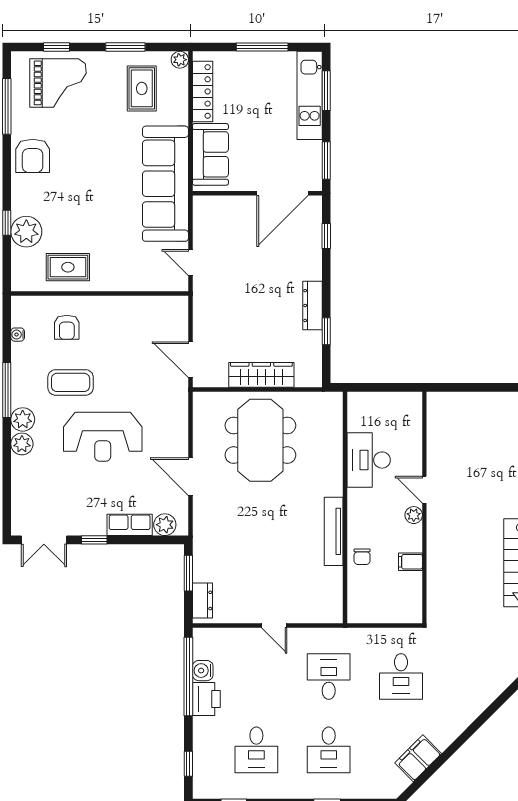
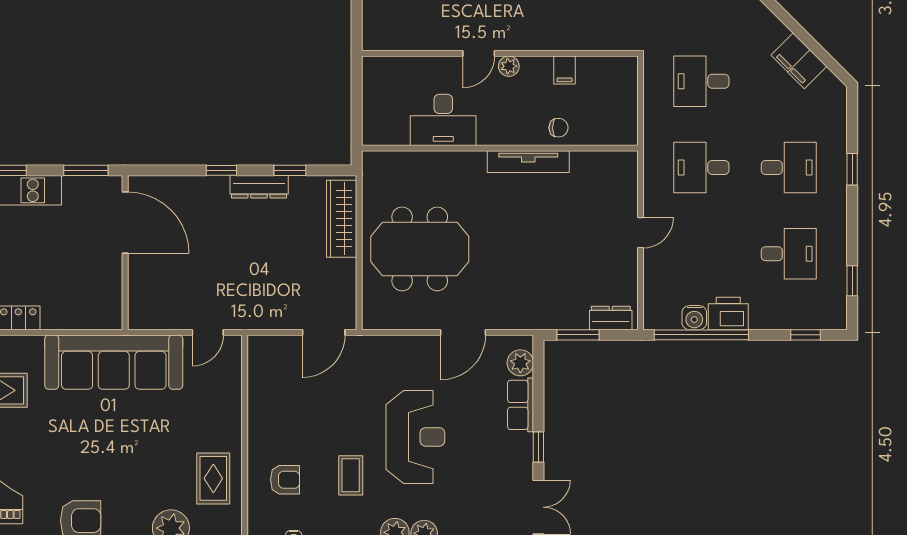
sofa: (210, 154) -> (79, 309), removed
window: (326, 236) -> (221, 170), moved
wardrobe: (261, 375) -> (342, 219), moved
coffee table: (71, 382) -> (351, 475), width x0.73, depth x0.77
desk: (401, 676) -> (701, 81), turned 180

